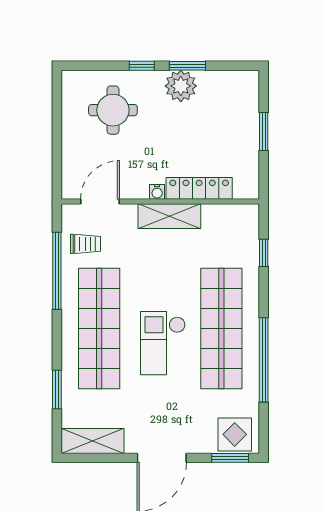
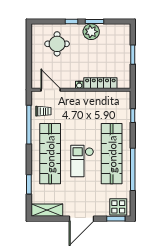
door: (100, 201) -> (51, 90), hinge flipped
shelving: (169, 216) -> (85, 97), removed

